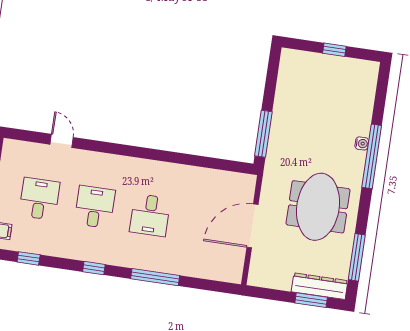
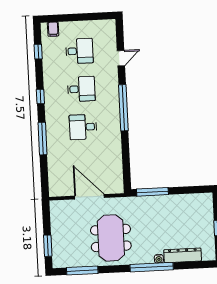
window: (134, 152) -> (123, 108), added
meeting table: (318, 207) -> (111, 238), turned 90
dresser: (320, 286) -> (183, 255), moved, turned -90

